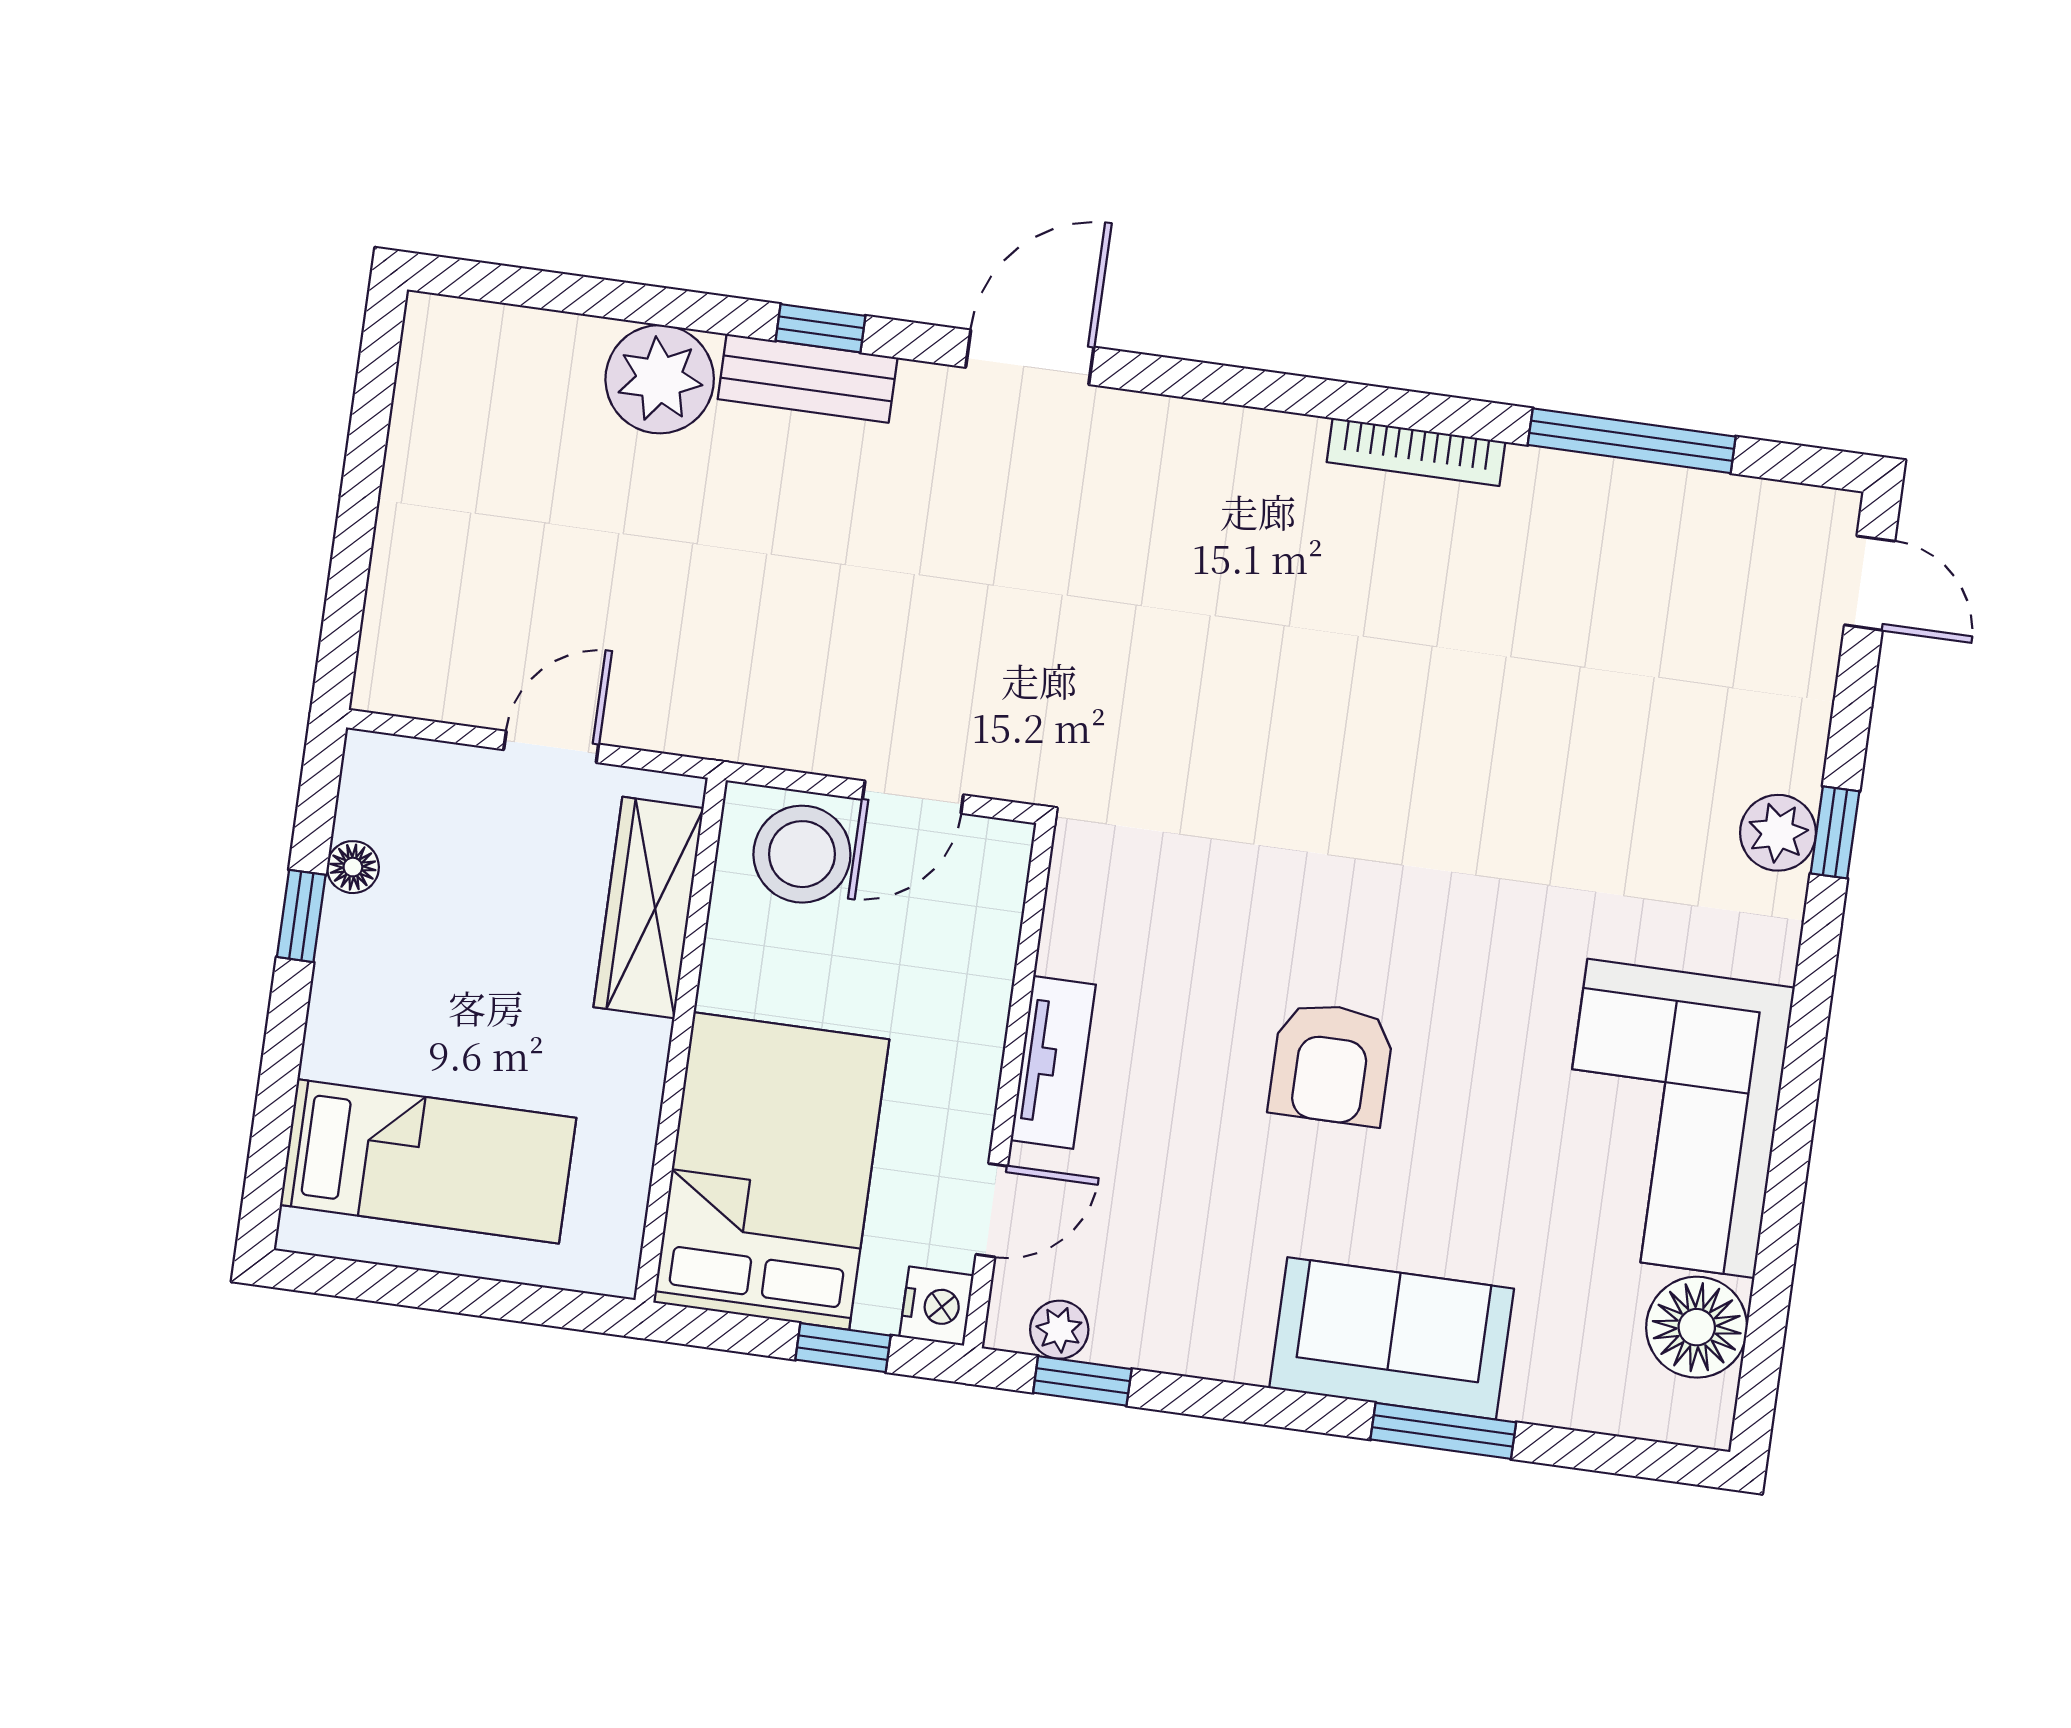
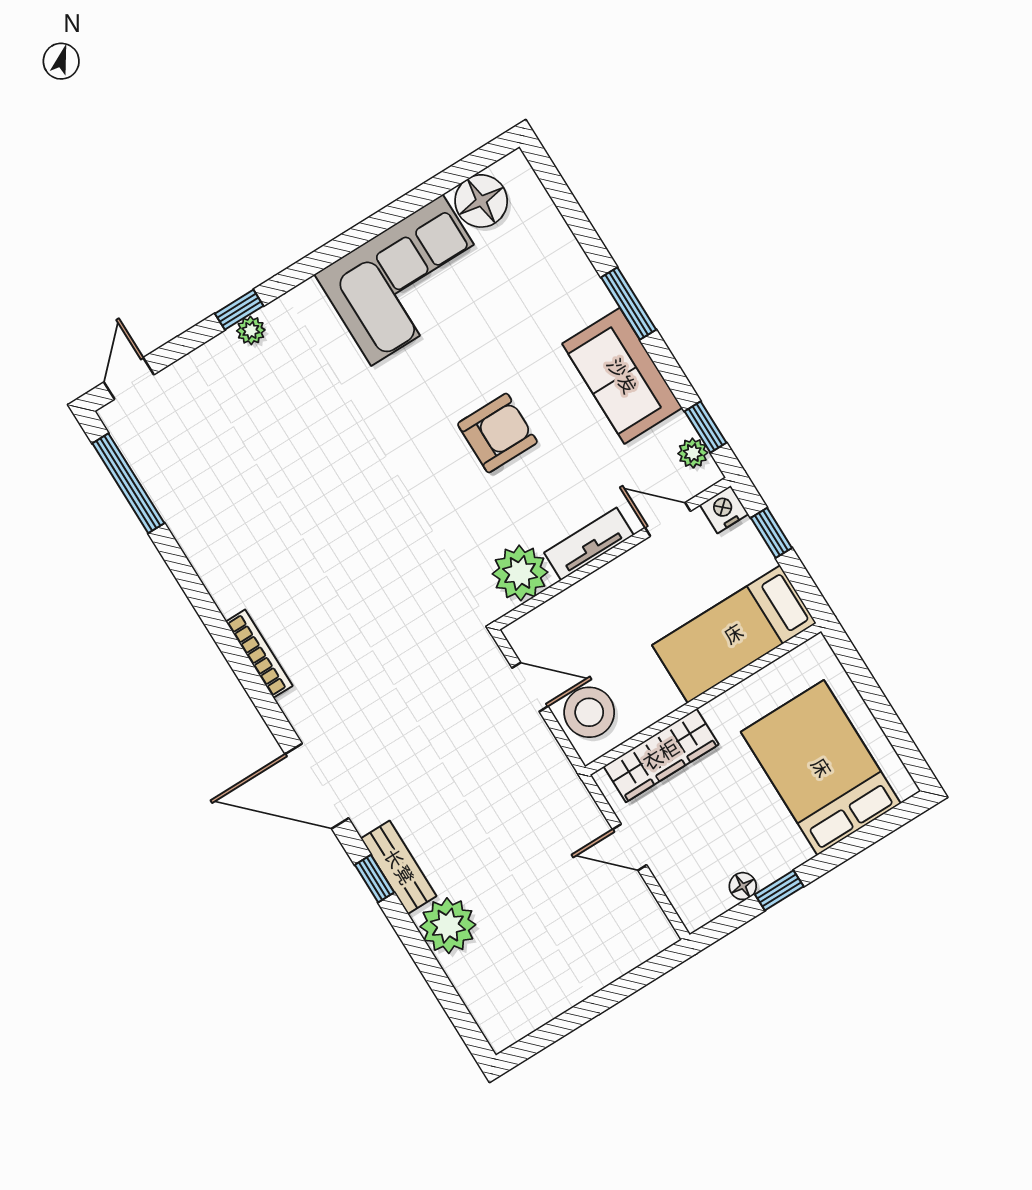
door: (1030, 357) -> (317, 786), width x1.36
window: (1632, 441) -> (128, 483), moved
bookcase: (1416, 452) -> (259, 654), moved
plant: (1778, 833) -> (251, 330), width x0.73, depth x0.73
plant: (1095, 924) -> (520, 573), added
bed: (428, 1161) -> (821, 768), width x1.50
bed: (771, 1171) -> (734, 634), width x0.67
sofa: (1392, 1338) -> (622, 376), moved
window: (1443, 1431) -> (629, 304), moved

